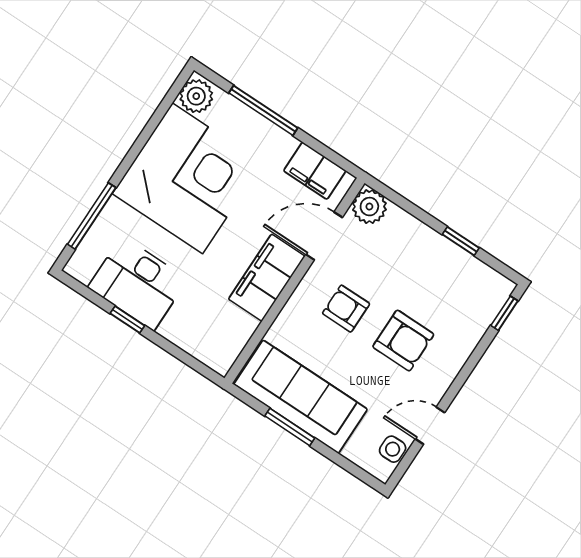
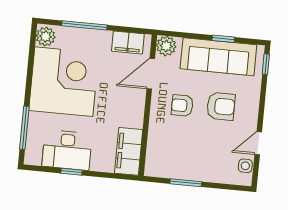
filing cabinet: (267, 278) -> (129, 151), moved
sofa: (301, 397) -> (218, 57), moved, turned 180

